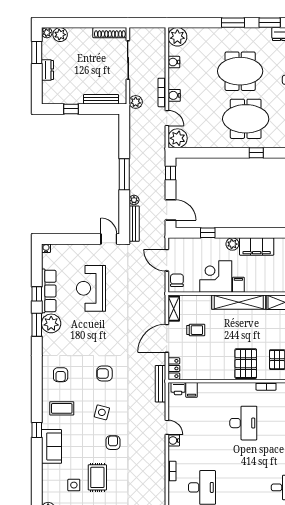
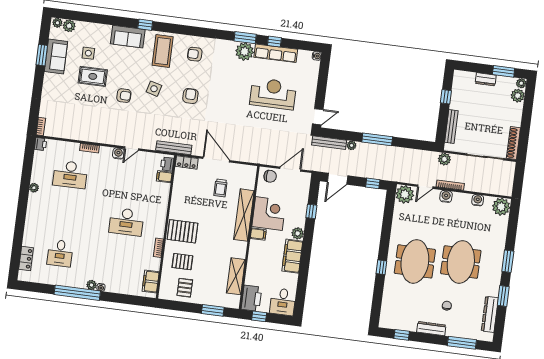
shelving: (239, 302) -> (244, 215), moved
shelving: (174, 309) -> (243, 170), removed
coffee table: (62, 408) -> (163, 51), width x1.36, depth x1.32

